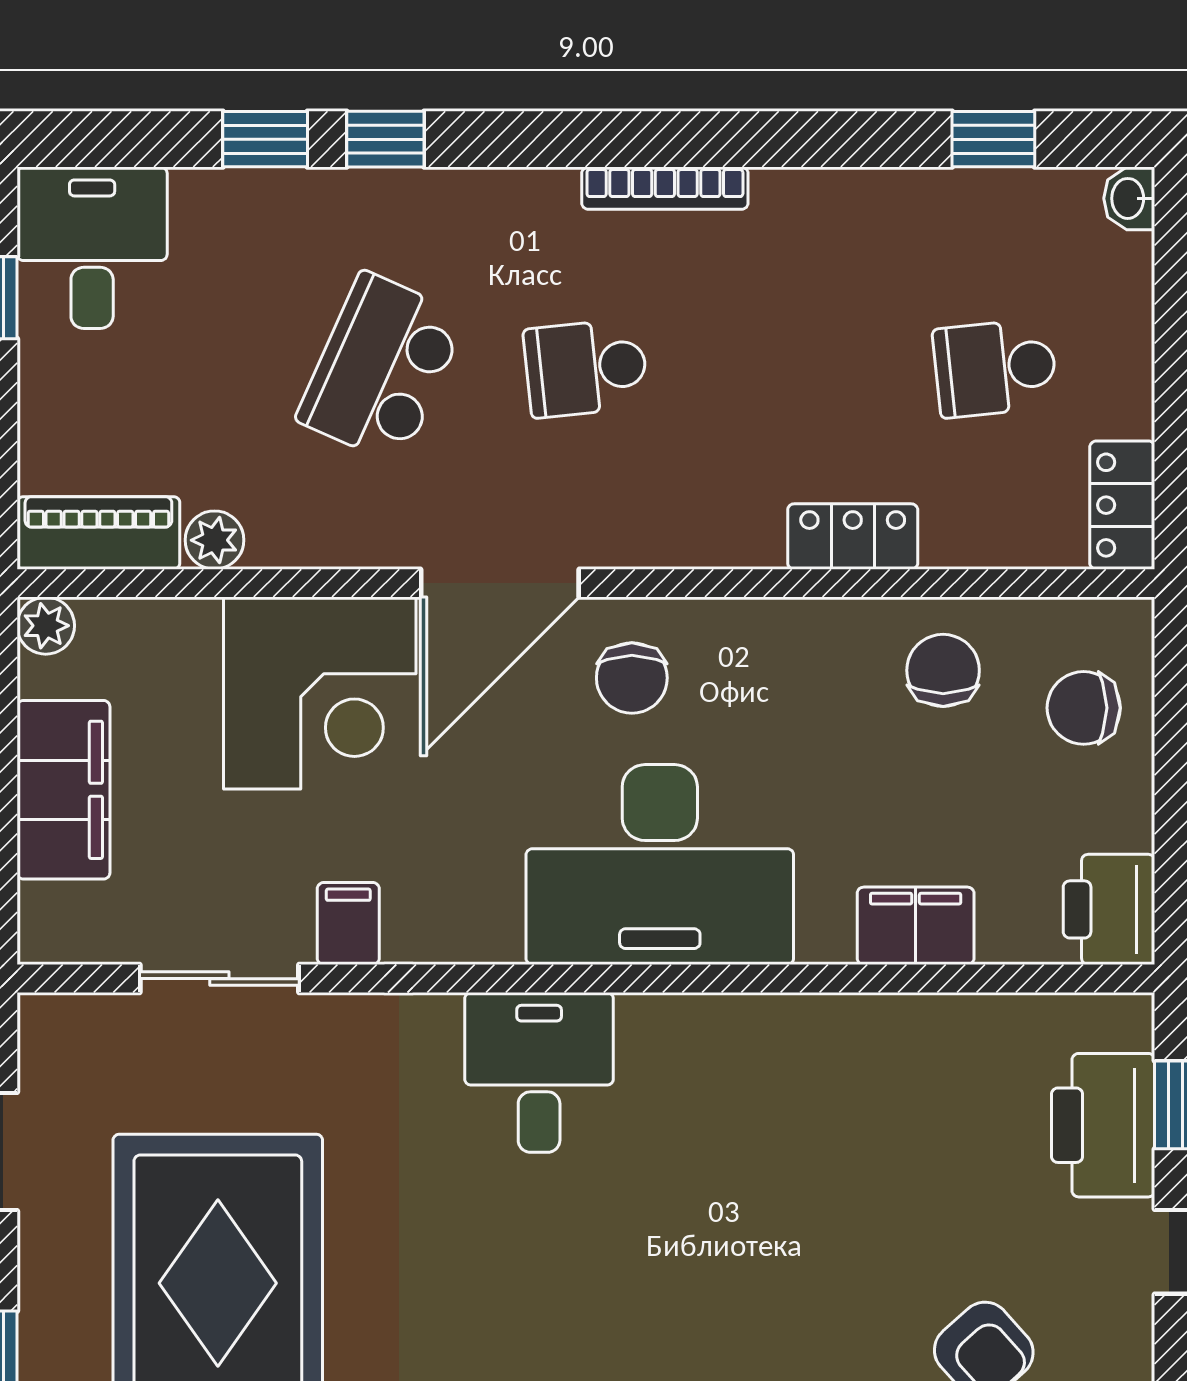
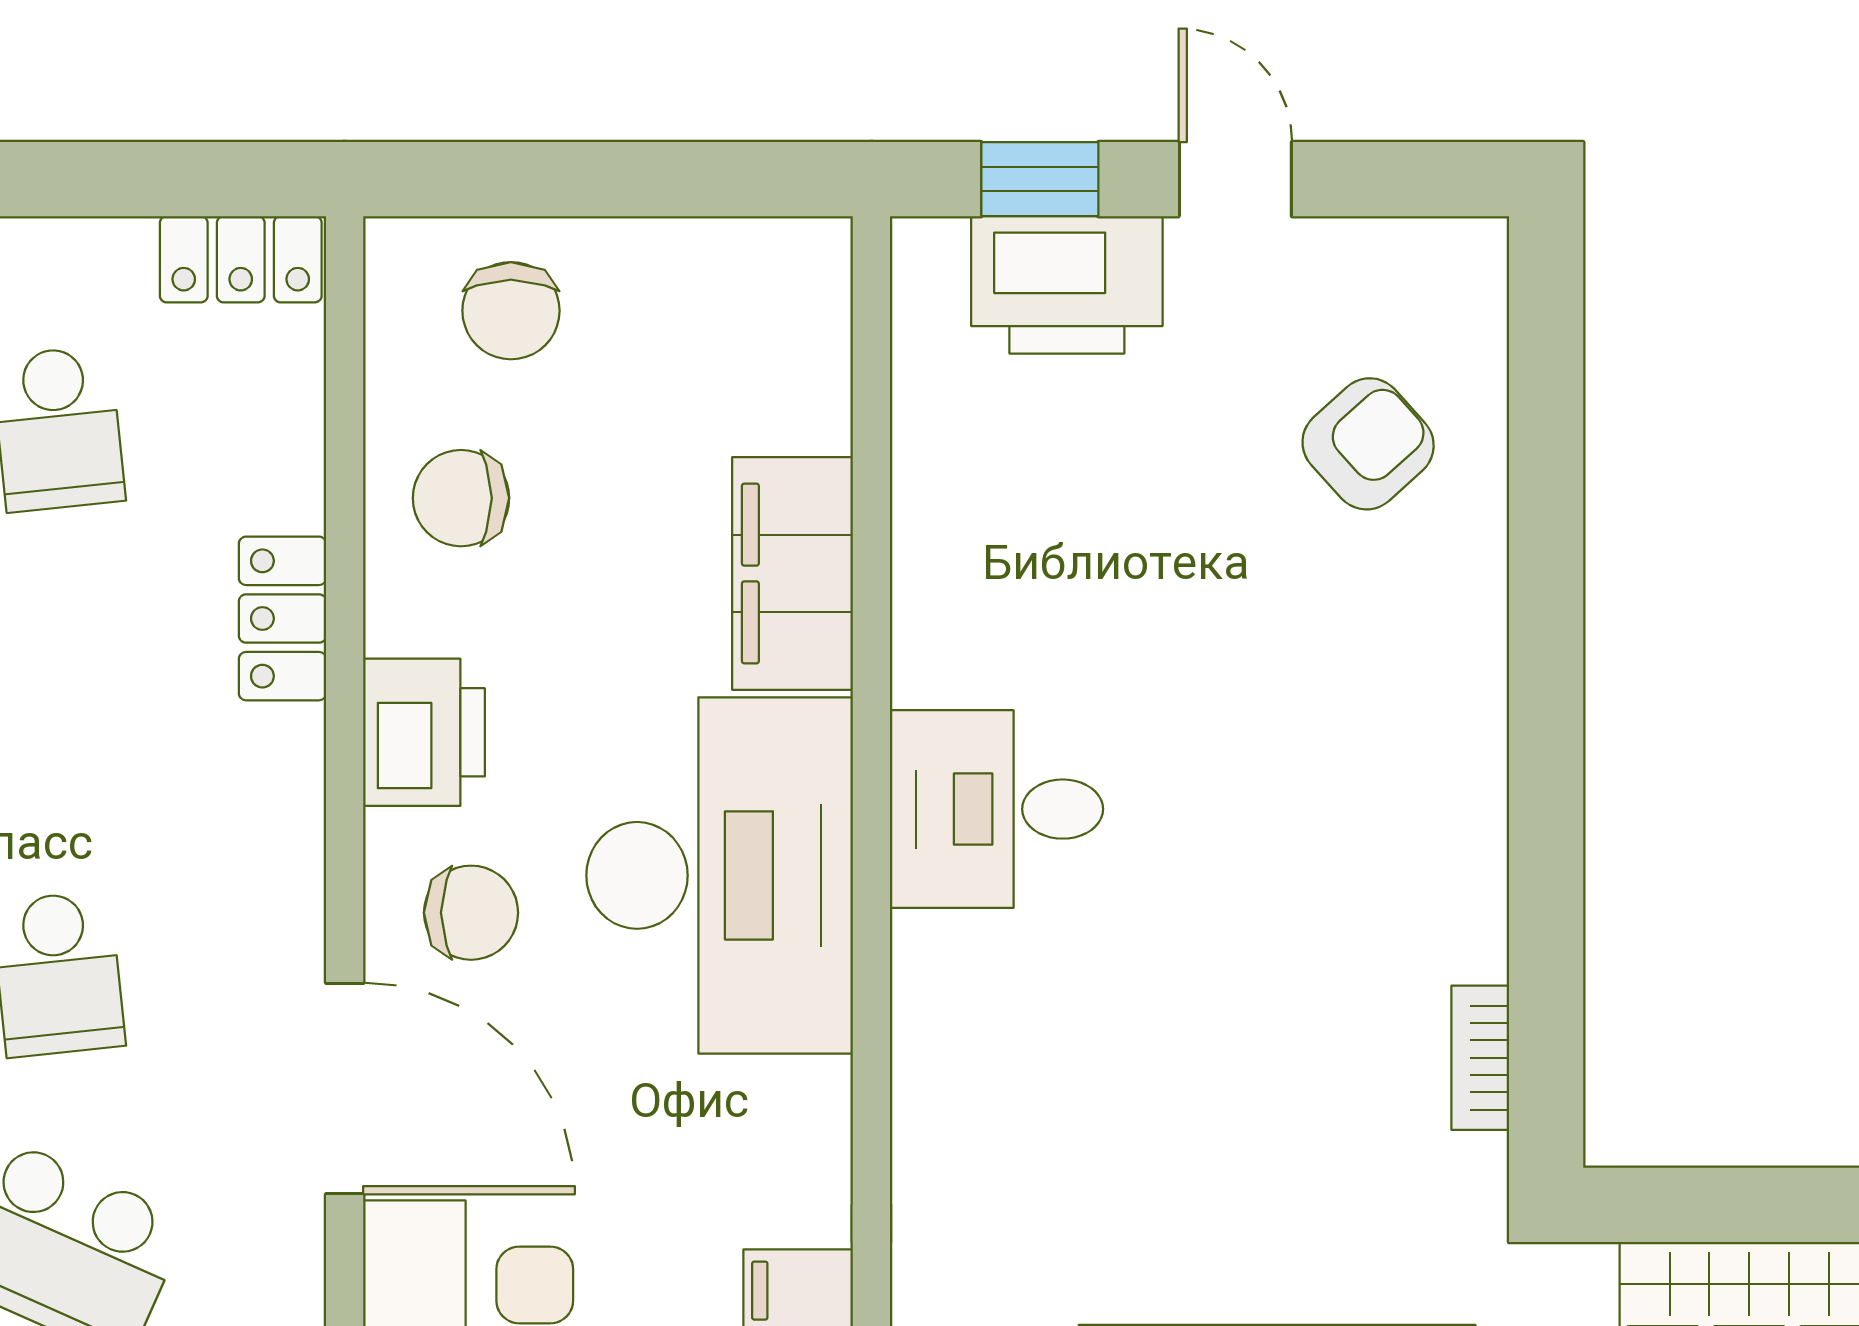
printer: (1109, 909) -> (424, 732), moved, turned -90
filing cabinet: (916, 926) -> (793, 574), width x1.50, depth x1.17
desk: (539, 1072) -> (997, 809), moved

